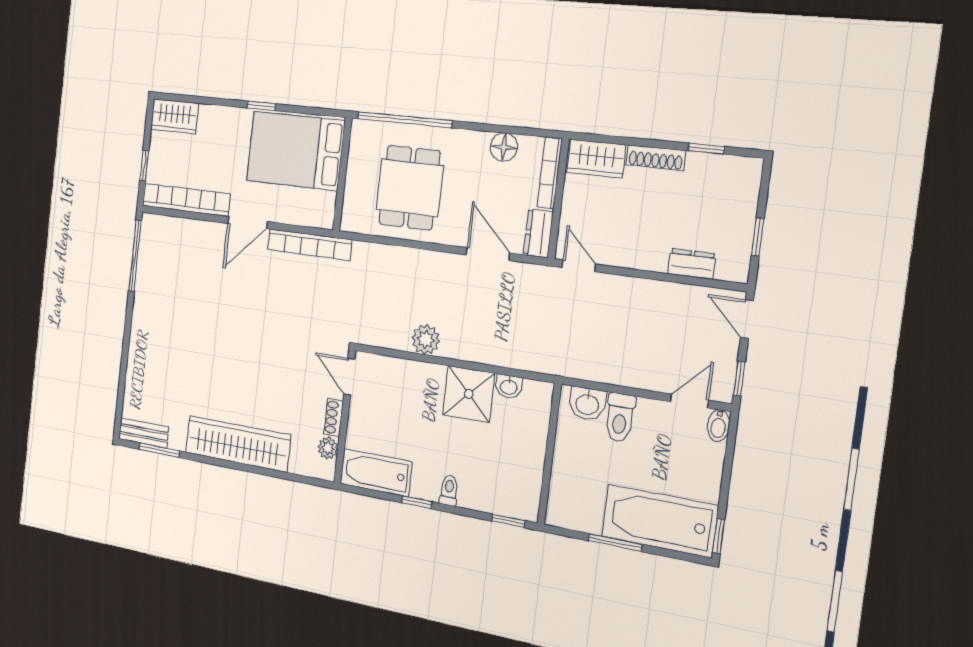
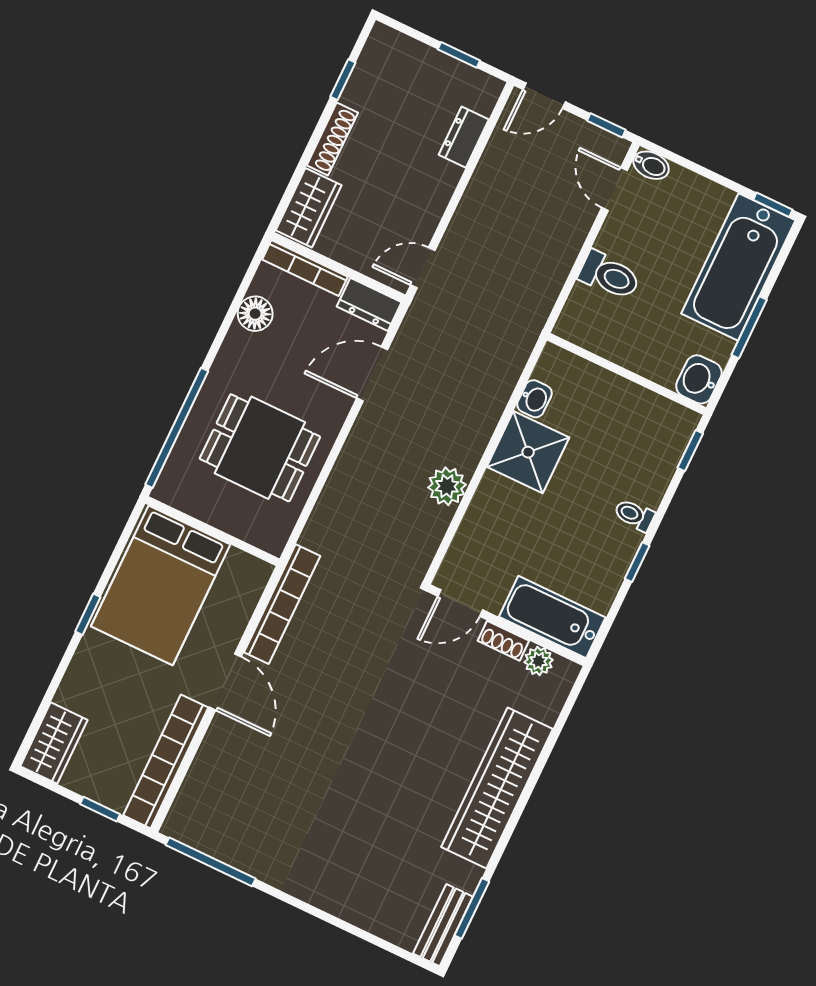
washbasin: (587, 404) -> (699, 379), moved, turned 180
bathtub: (376, 473) -> (552, 617), moved, turned 90

